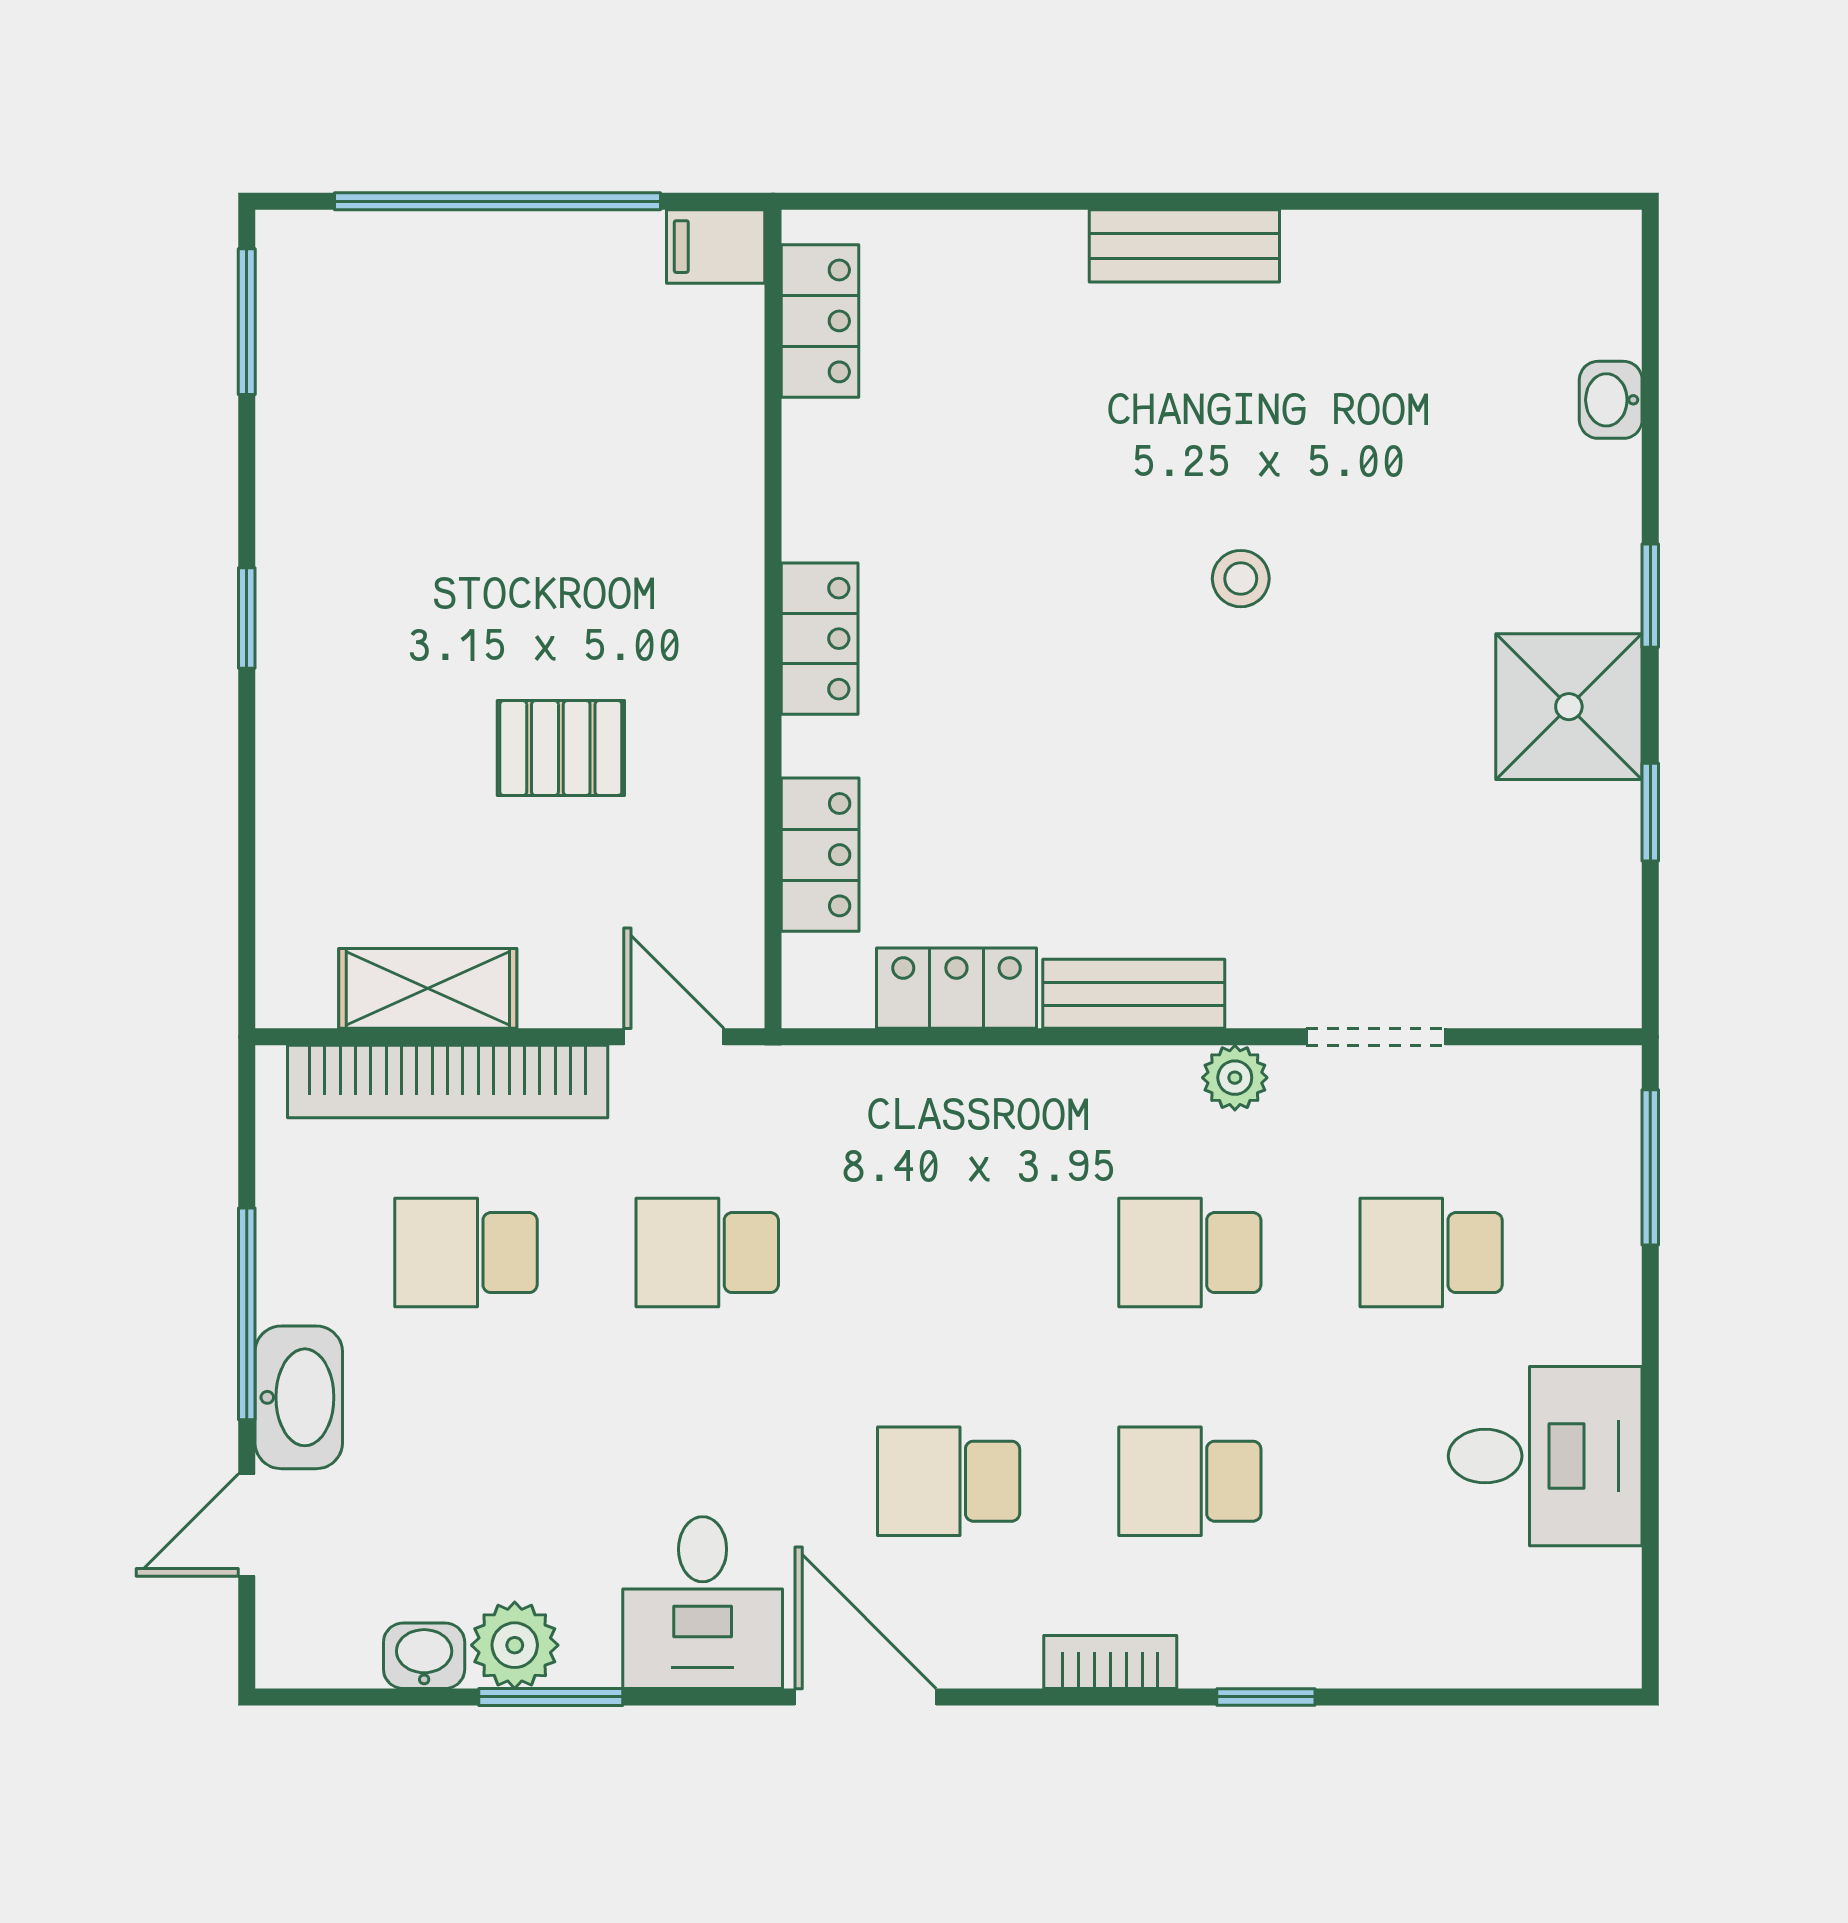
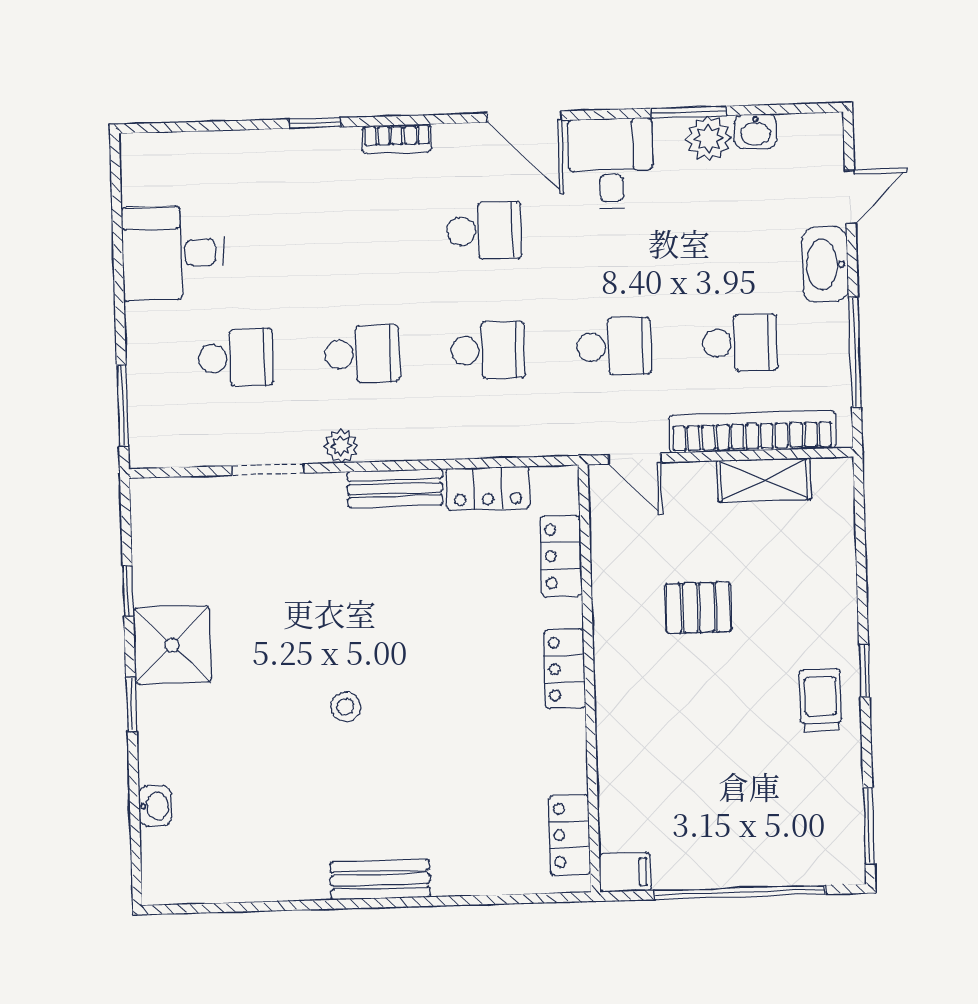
trolley: (332, 564) -> (820, 701), added
window: (247, 1314) -> (855, 352), moved
school desk: (1190, 1481) -> (488, 350), moved

